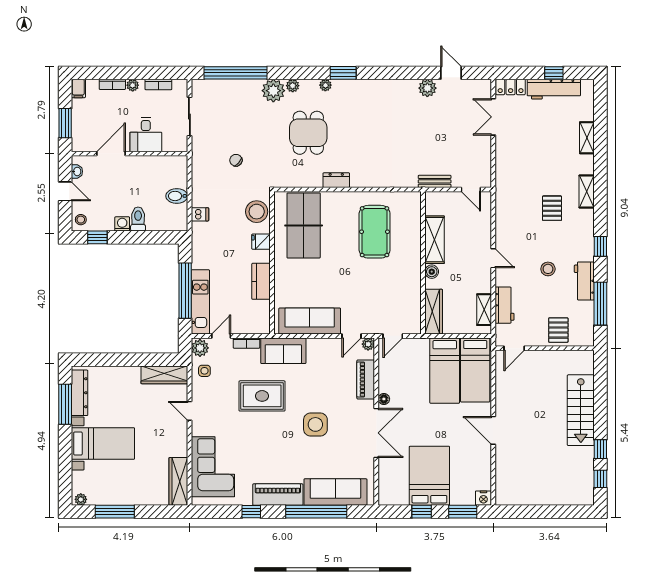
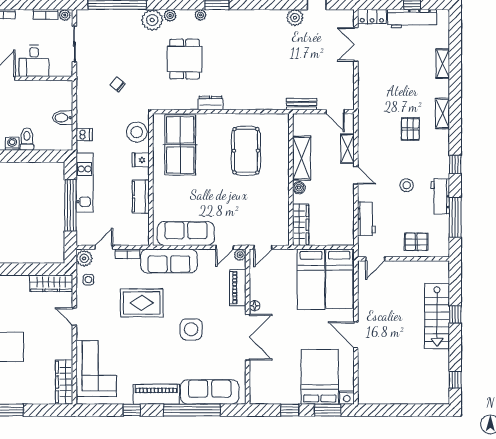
plant: (133, 85) -> (65, 15), moved
kitchen unit: (200, 302) -> (85, 183), moved
shelving: (484, 310) -> (347, 149), moved
pallet: (558, 330) -> (416, 242), turned 90
sofa: (283, 351) -> (169, 261), width x1.36
window: (600, 449) -> (455, 314), moved
bed: (429, 476) -> (320, 377), moved

